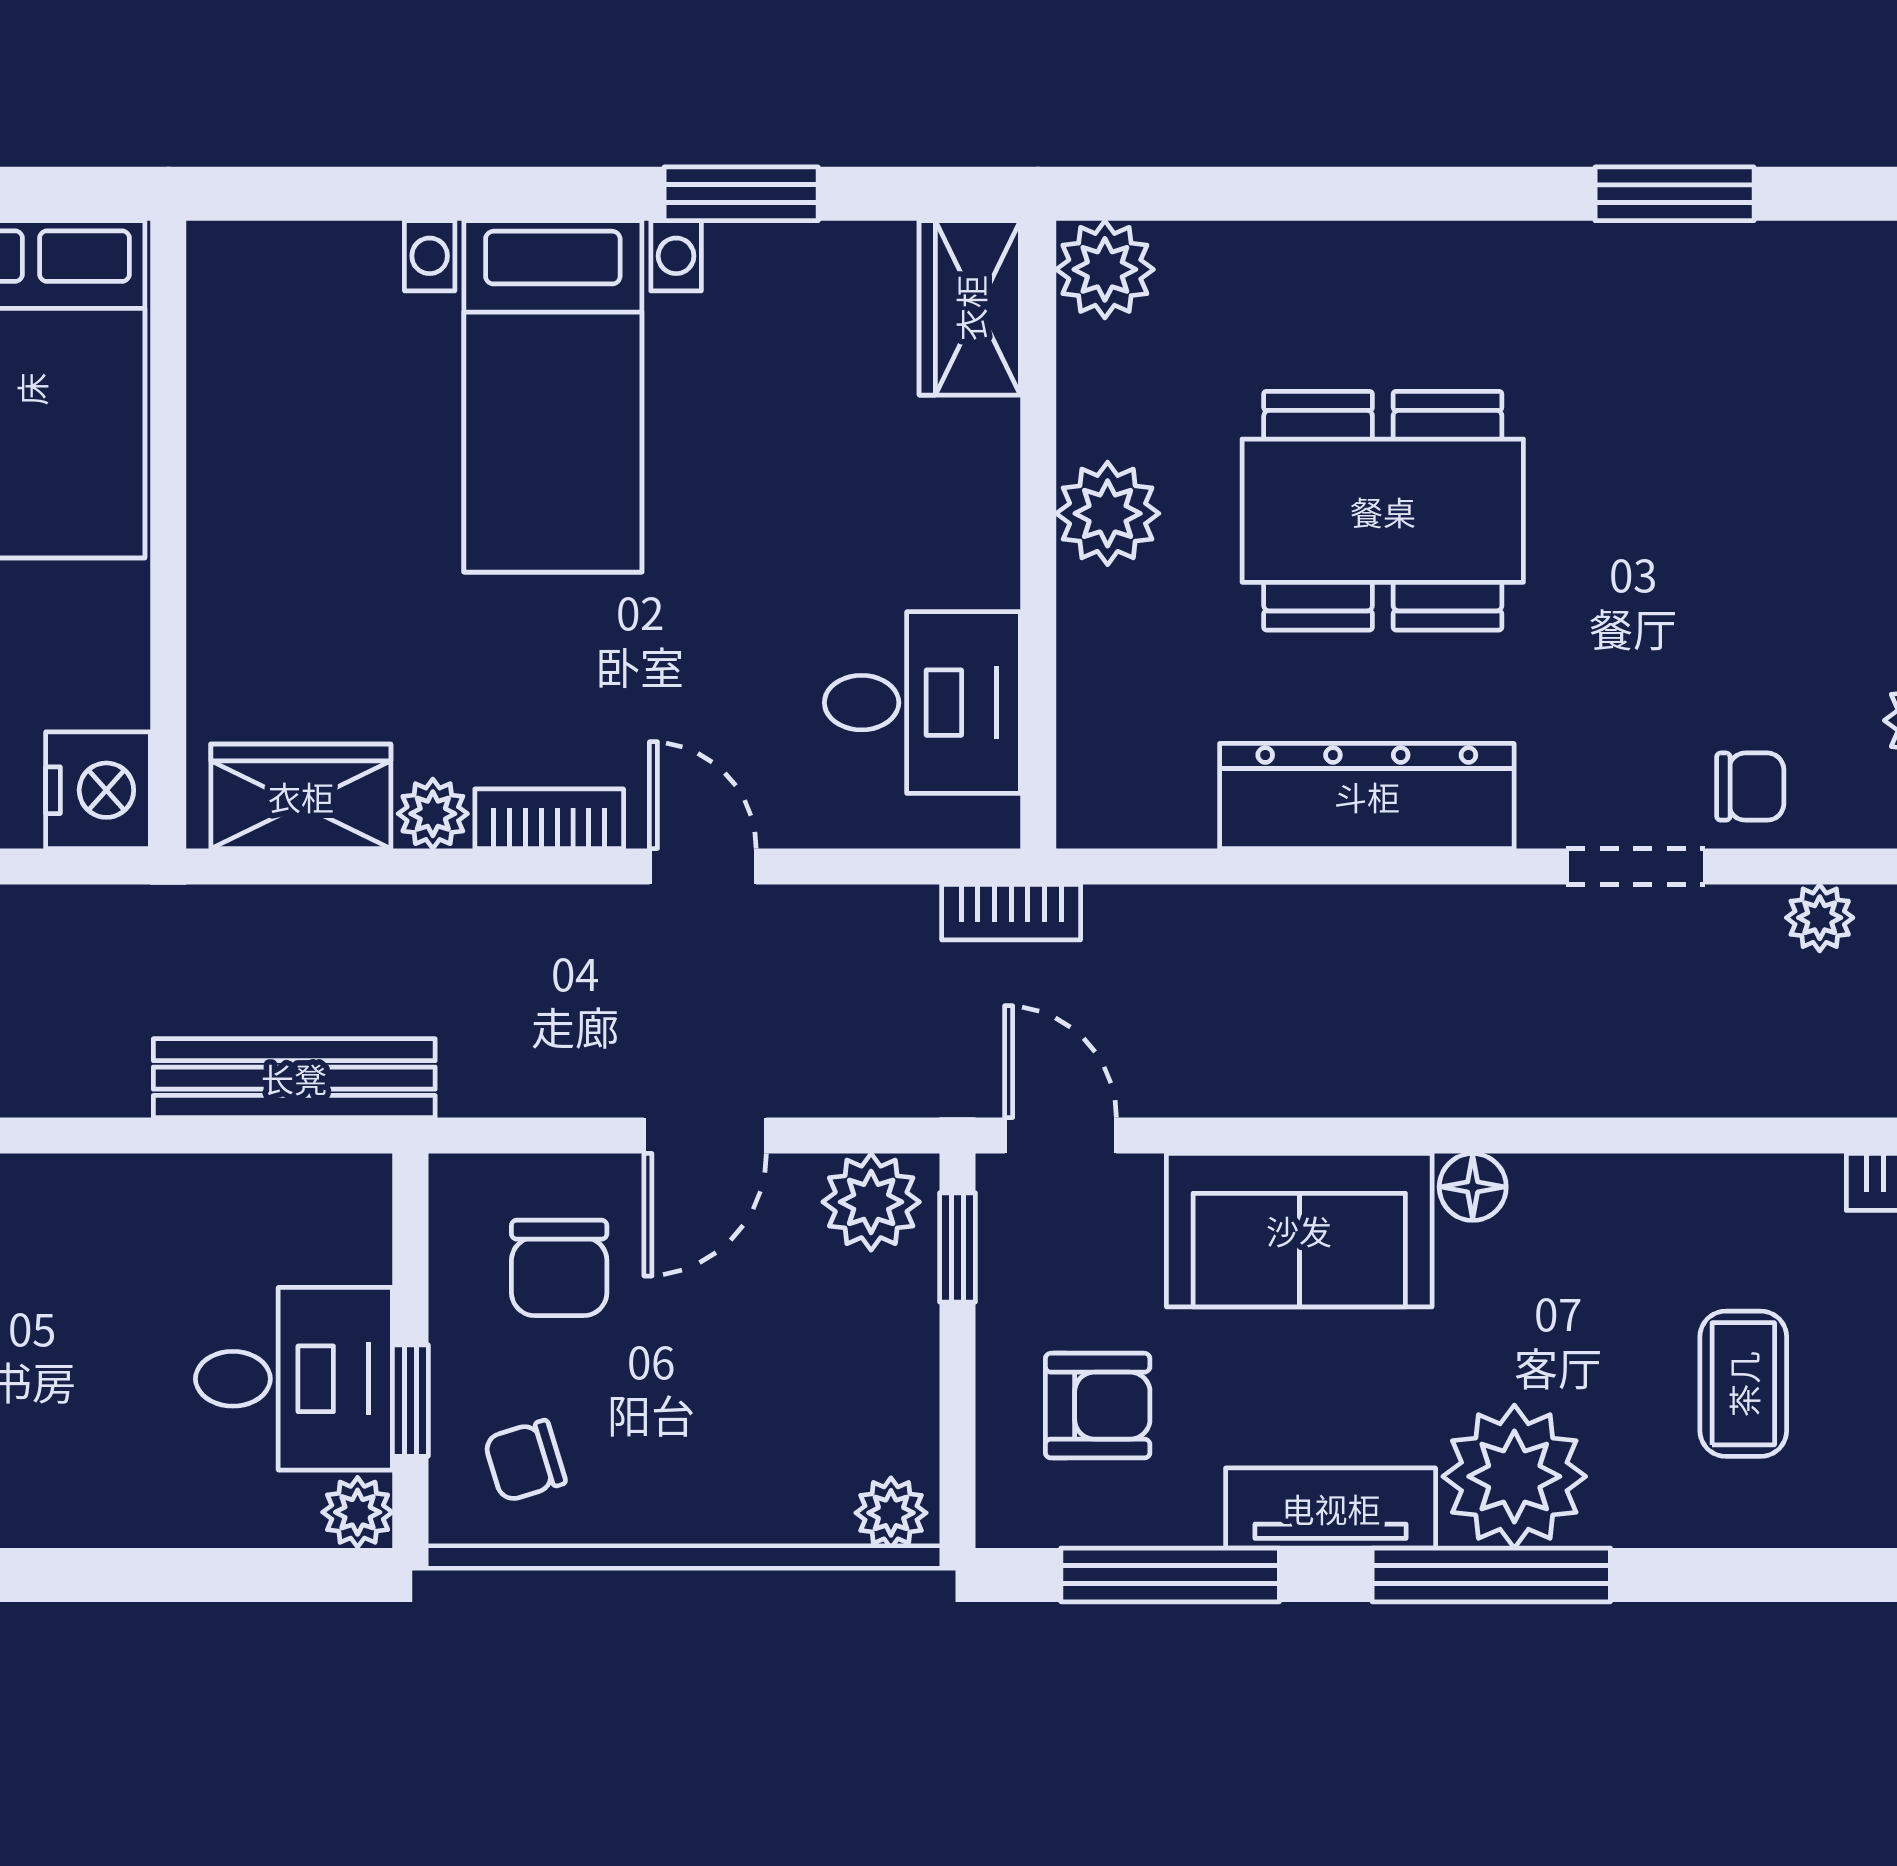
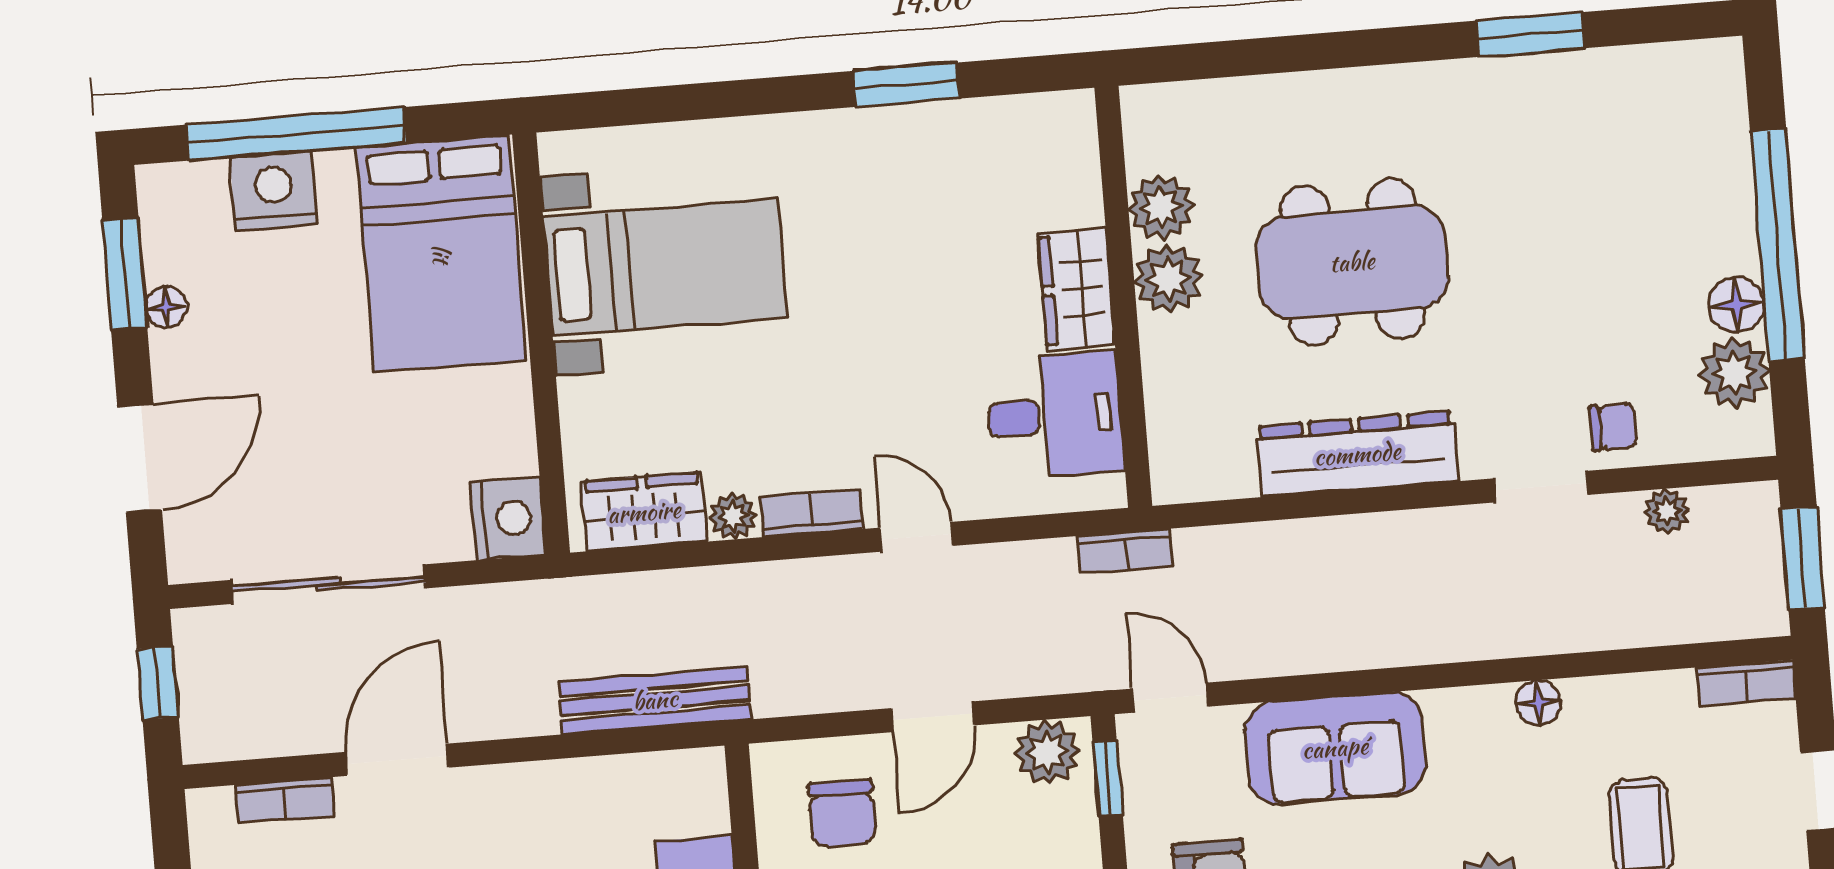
plant: (1105, 269) -> (1161, 207), moved
wardrobe: (970, 308) -> (1076, 289), moved
bed with nightstands: (553, 396) -> (665, 267), moved, turned -90
floor lamp: (1473, 1187) -> (1538, 703), moved

